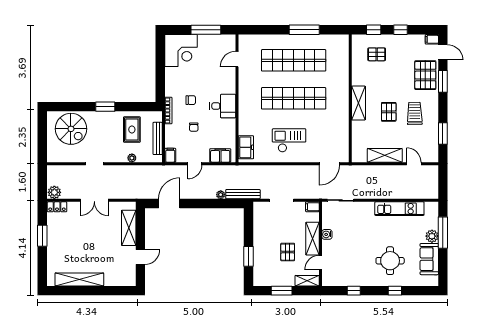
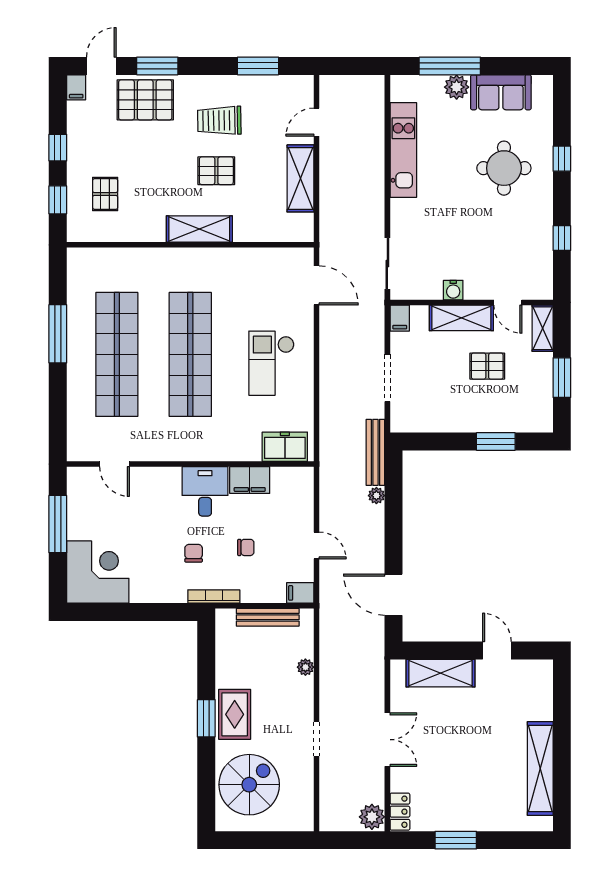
rug: (132, 130) -> (235, 714), moved, turned 90
filing cabinet: (220, 155) -> (250, 480), moved, turned -90

